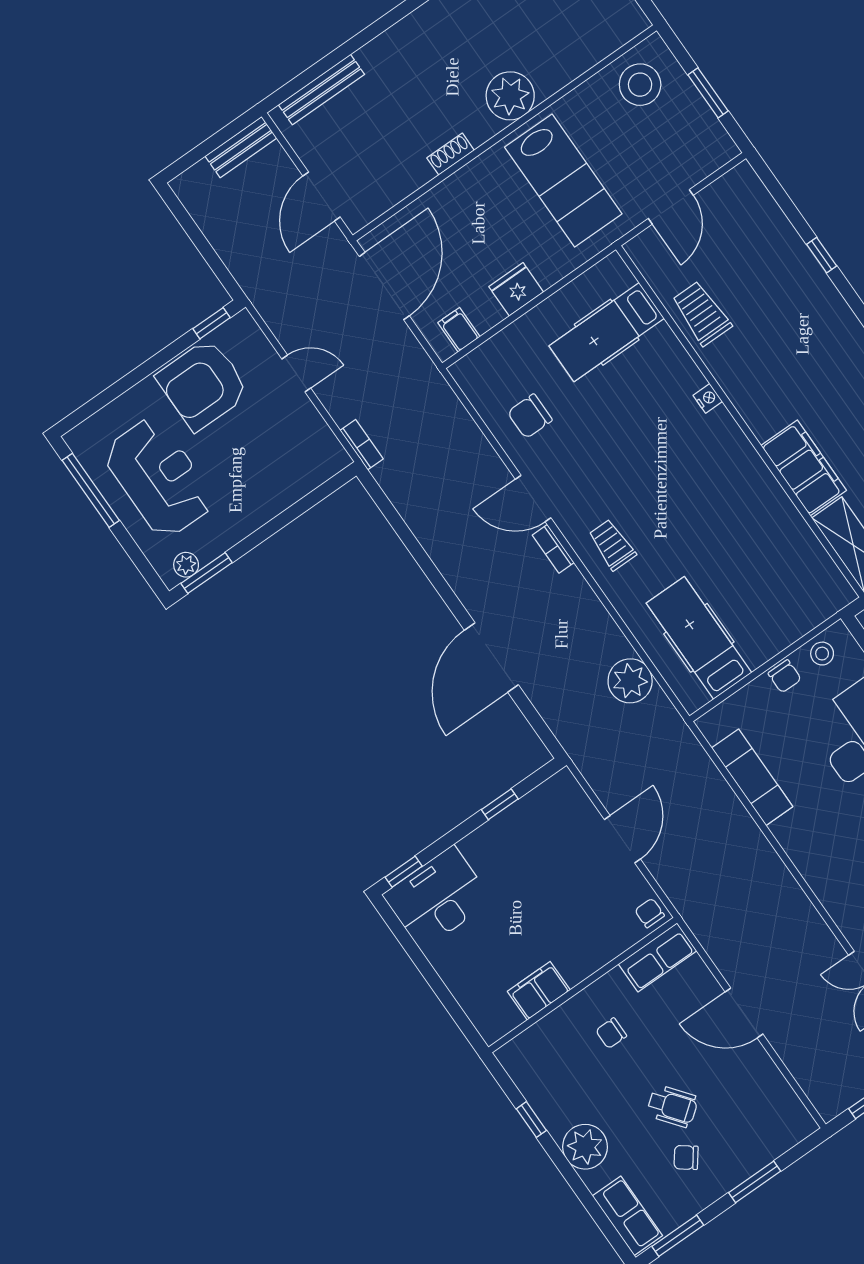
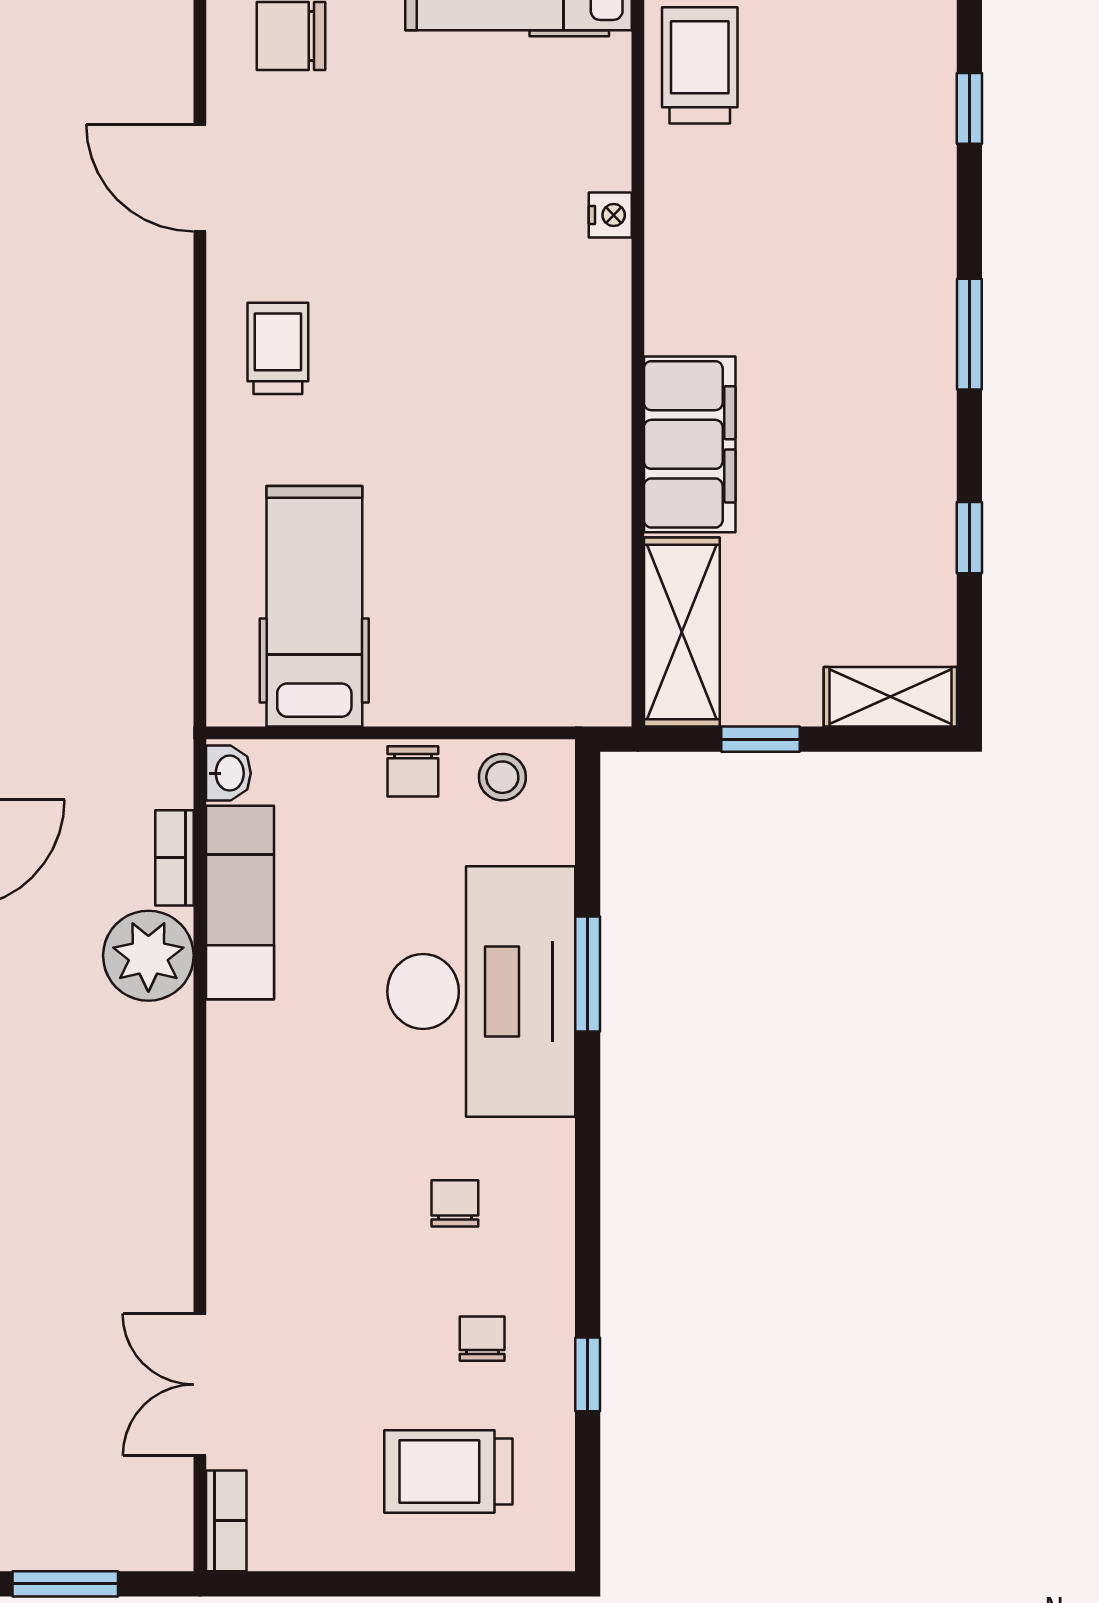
bookcase: (553, 549) -> (174, 858), moved
plant: (630, 681) -> (148, 956), moved
washbasin: (711, 729) -> (228, 773), added

